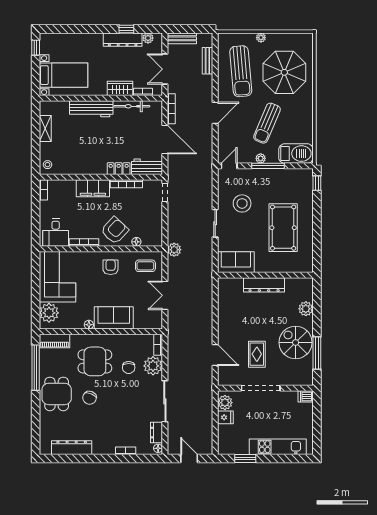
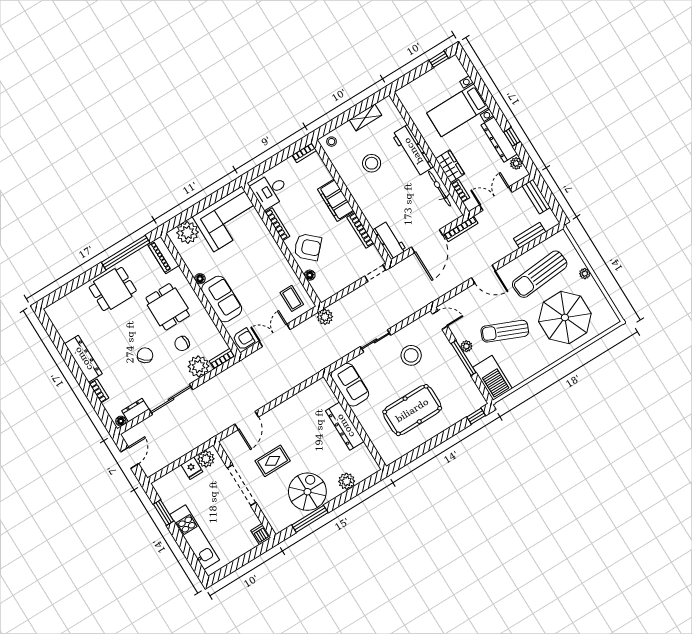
bed with nightstands: (64, 75) -> (458, 110), moved, turned 90
stool: (82, 145) -> (372, 163), added
locker: (119, 169) -> (371, 214), removed
armchair: (111, 267) -> (244, 339), moved
chair: (90, 398) -> (145, 355), moved, turned 106
dresser: (72, 448) -> (83, 359), moved

